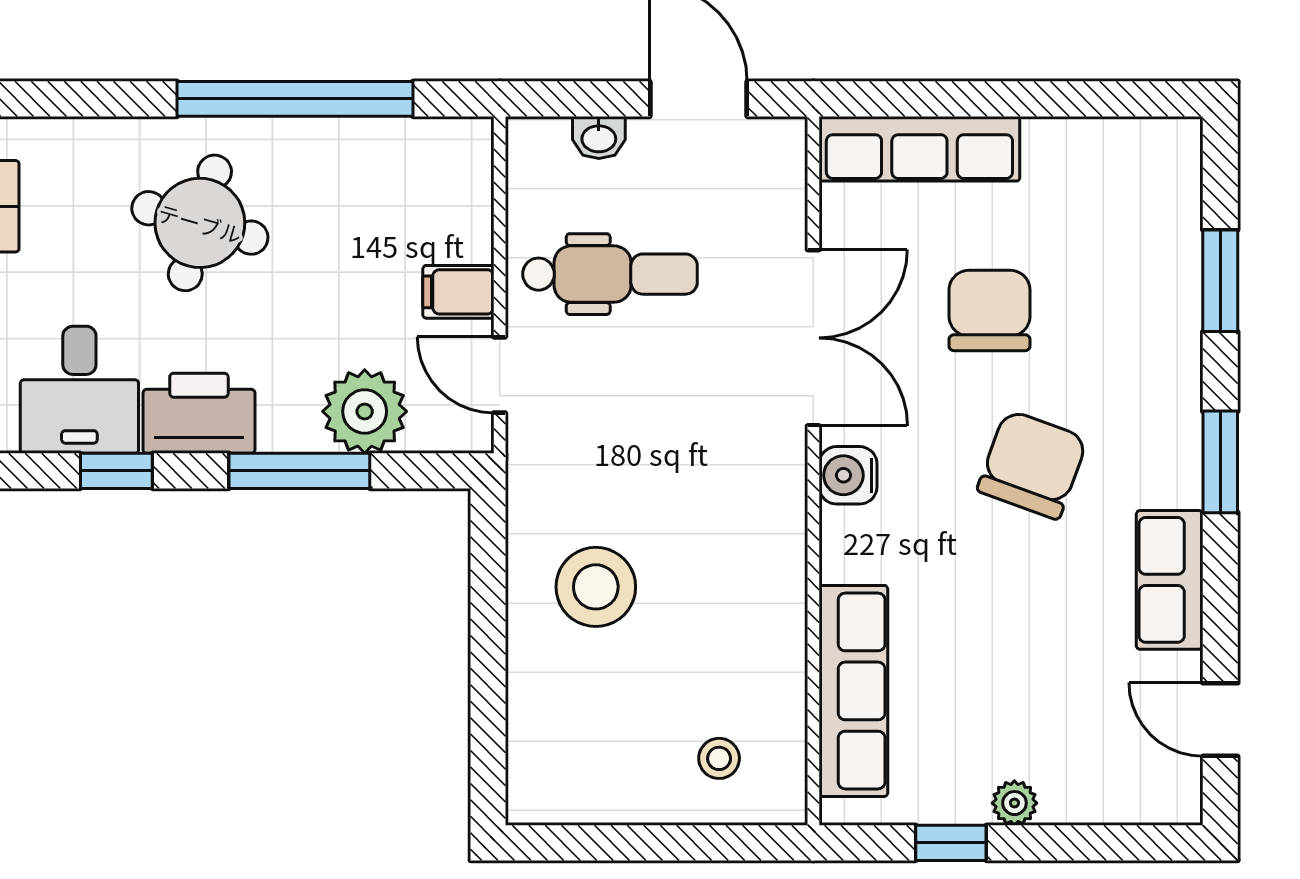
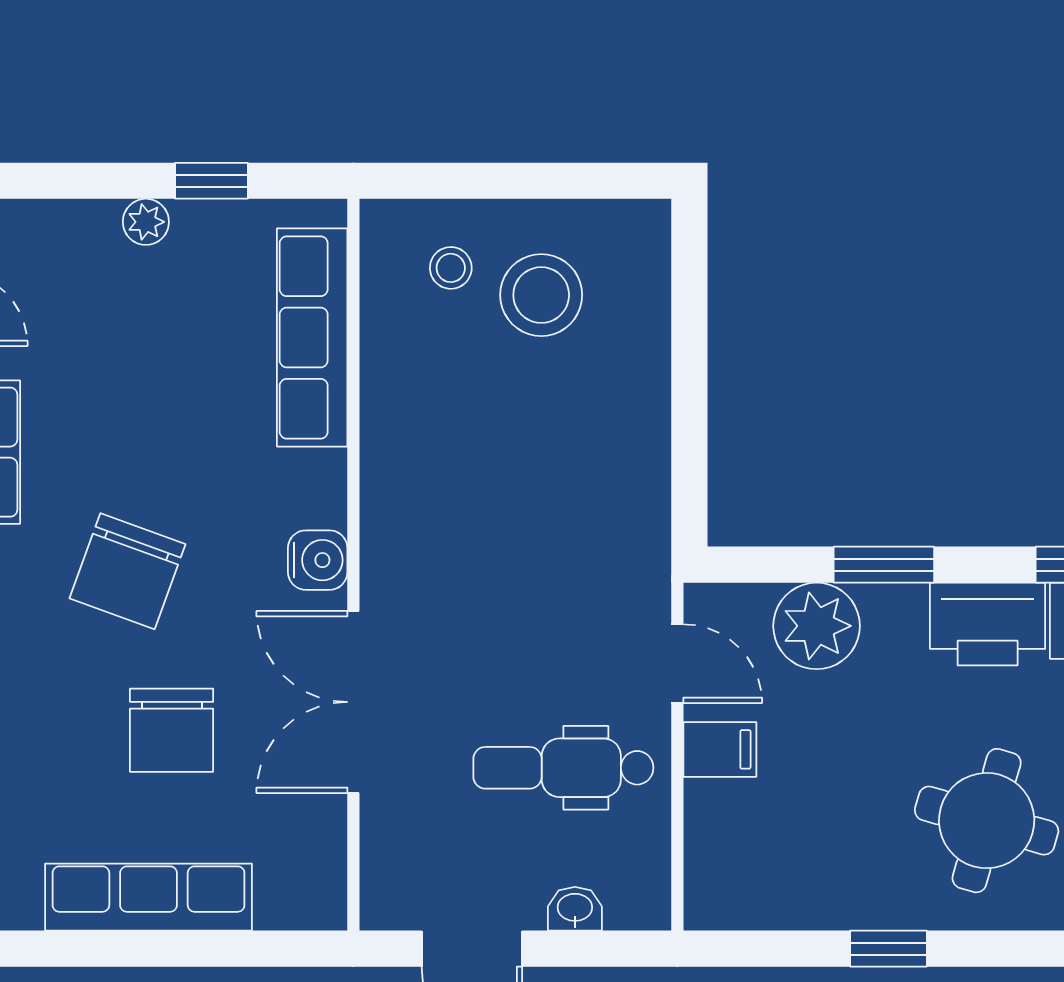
window: (295, 99) -> (888, 949), width x0.32
row of seats: (919, 149) -> (149, 897), moved
window: (299, 471) -> (884, 565), width x0.69
stool: (596, 587) -> (541, 295), moved

